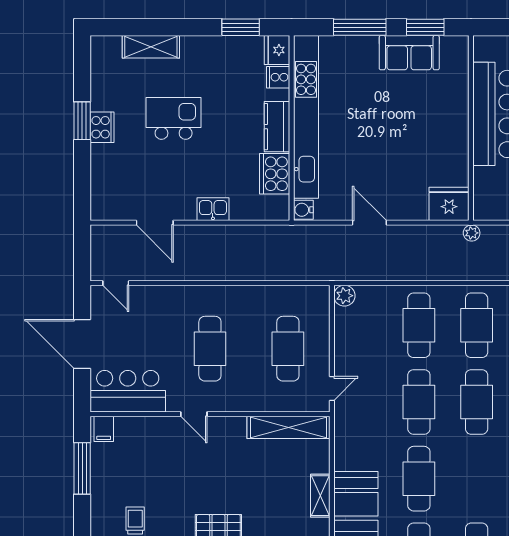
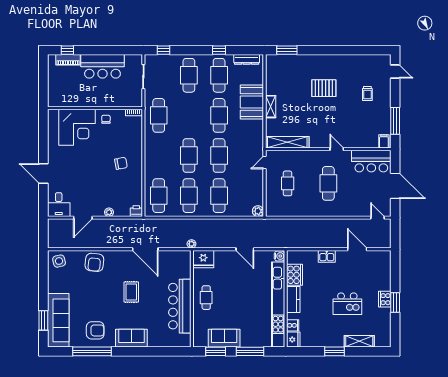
window: (241, 27) -> (334, 351), moved
cafe table: (443, 130) -> (206, 298), added
cafe table: (288, 349) -> (288, 183), width x0.73, depth x0.74

